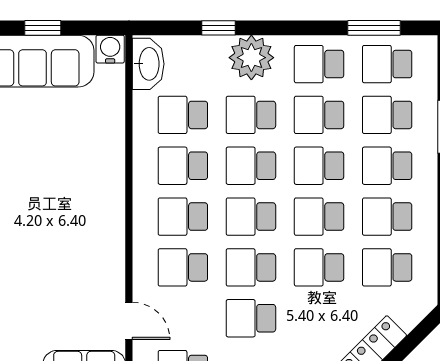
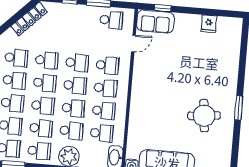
school desk: (251, 318) -> (79, 40), removed
door: (129, 321) -> (133, 43), swing flipped

